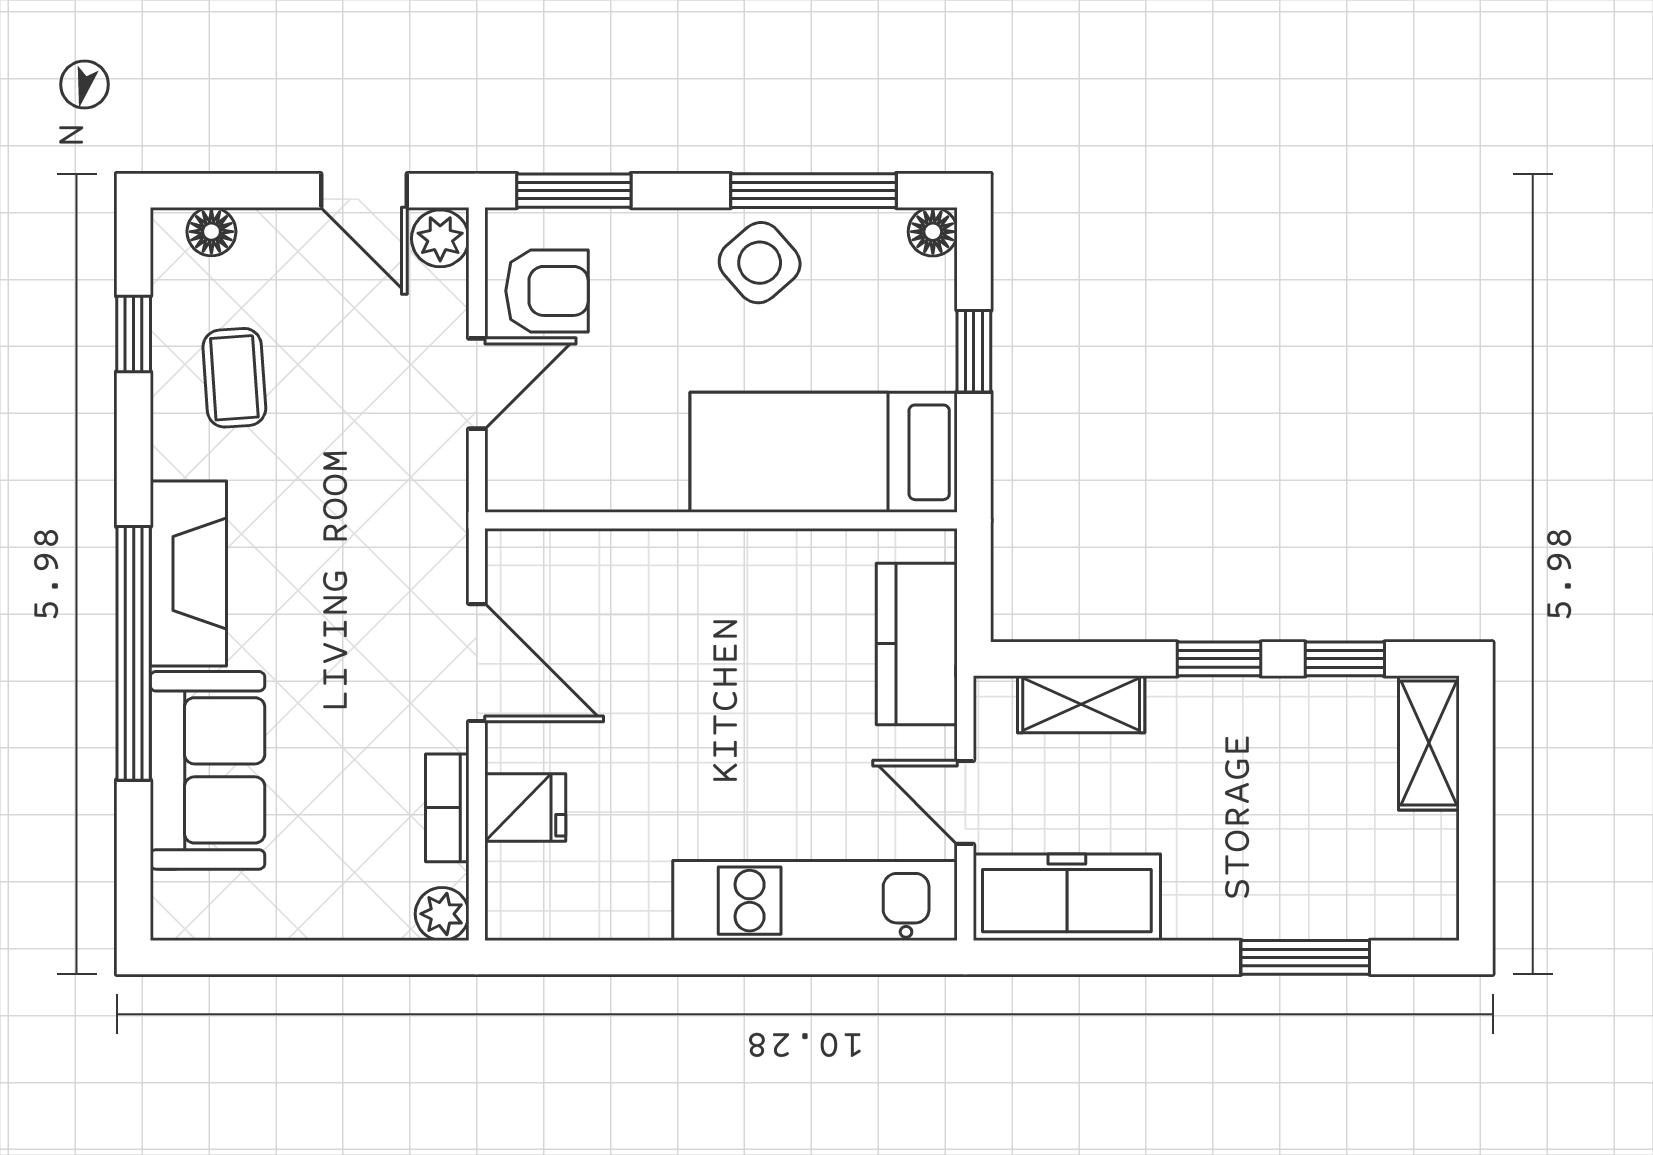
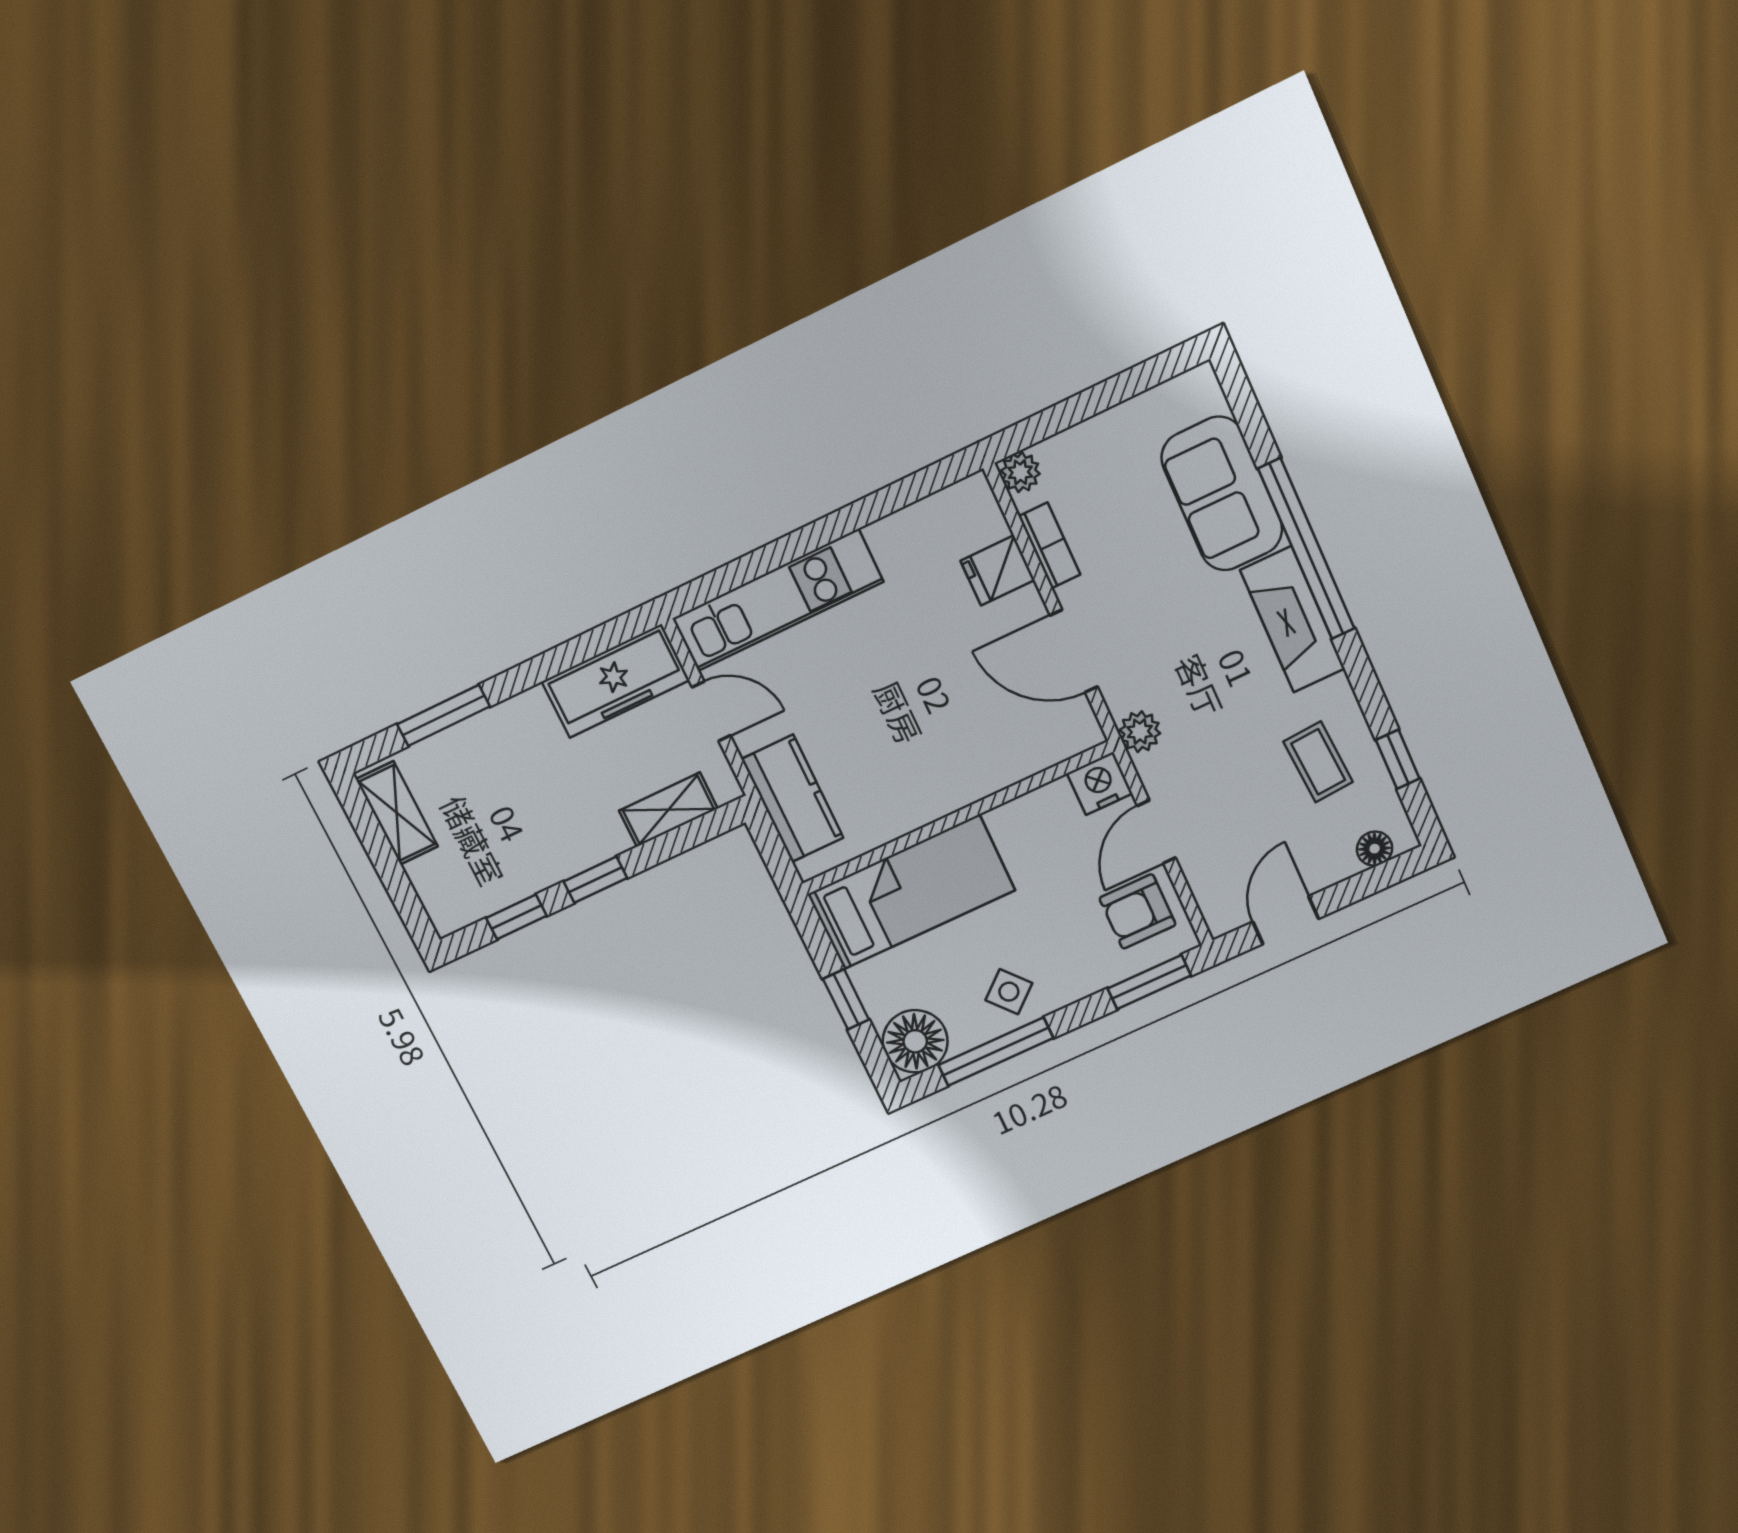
door: (364, 191) -> (1286, 920), hinge flipped
floor lamp: (933, 232) -> (915, 1041), width x1.89, depth x1.89
plant: (440, 238) -> (1140, 732), moved
side table: (760, 263) -> (1009, 992), width x0.73, depth x0.73
nightstand: (520, 480) -> (1100, 783), added
shelving: (1429, 743) -> (397, 813), moved

